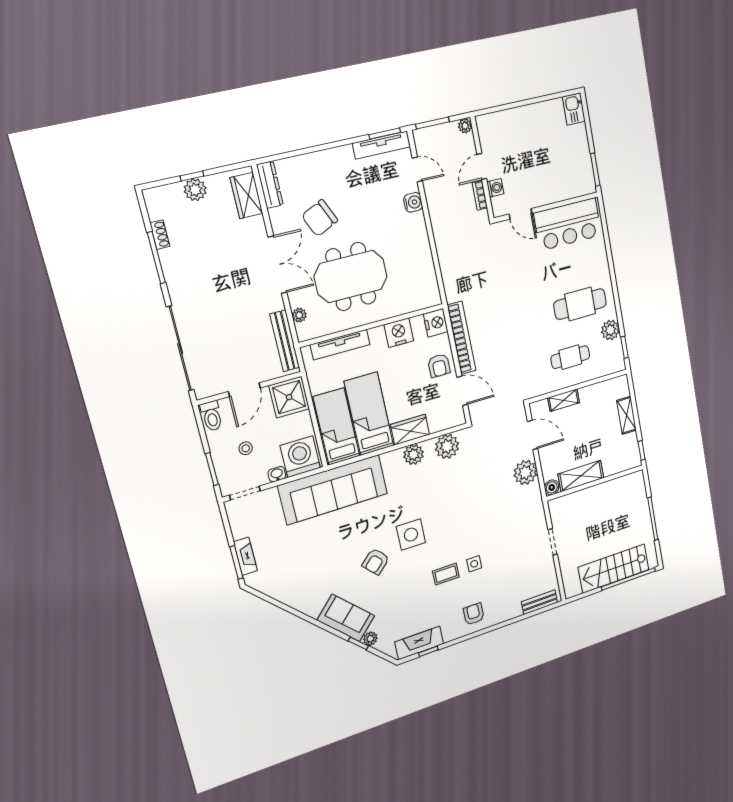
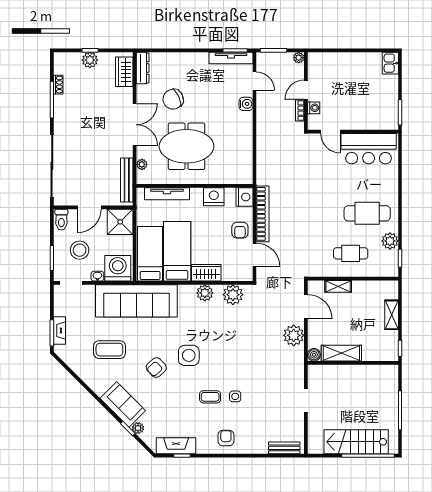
stool: (246, 448) -> (80, 250), width x1.89, depth x1.89
coffee table: (314, 559) -> (109, 350), added

